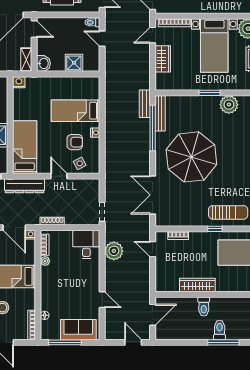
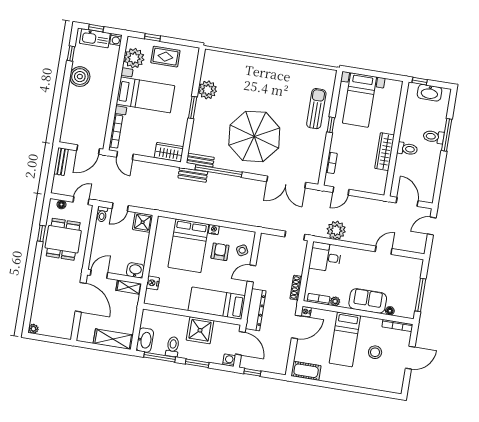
wardrobe: (163, 59) -> (169, 152), moved
shower: (74, 63) -> (143, 222), moved
nightstand: (19, 82) -> (153, 283), moved
bed: (76, 111) -> (188, 246), width x1.50
bench: (160, 113) -> (200, 160), width x0.73
sofa: (78, 330) -> (368, 301), moved, turned 90

